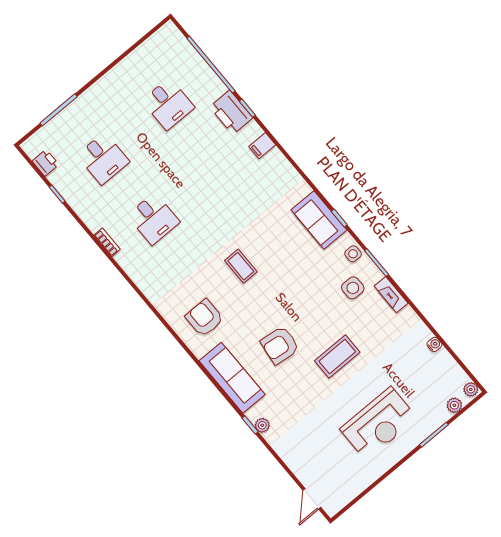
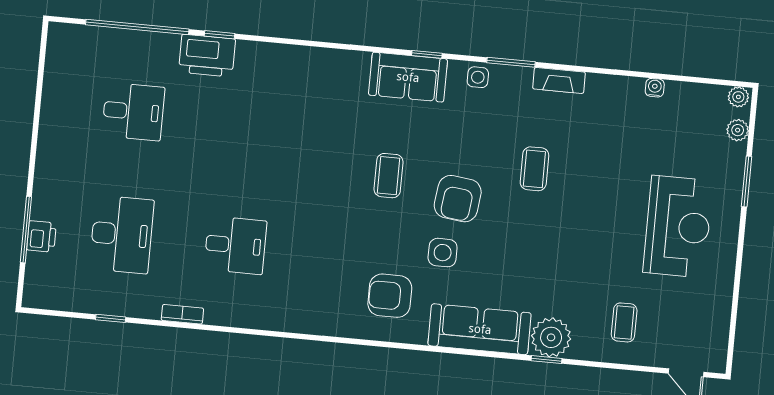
filing cabinet: (262, 146) -> (273, 58), removed
desk: (103, 158) -> (122, 234), width x1.37
printer: (45, 163) -> (41, 236), moved, turned 90
bookcase: (107, 242) -> (182, 314), moved
coffee table: (241, 266) -> (389, 176), moved, turned 90
side table: (353, 288) -> (443, 253), moved
armchair: (280, 345) -> (458, 199), moved
coffee table: (337, 357) -> (534, 169), moved, width x0.73, depth x0.77
plant: (262, 425) -> (551, 337), width x1.88, depth x1.88
coffee table: (306, 444) -> (624, 322), added

